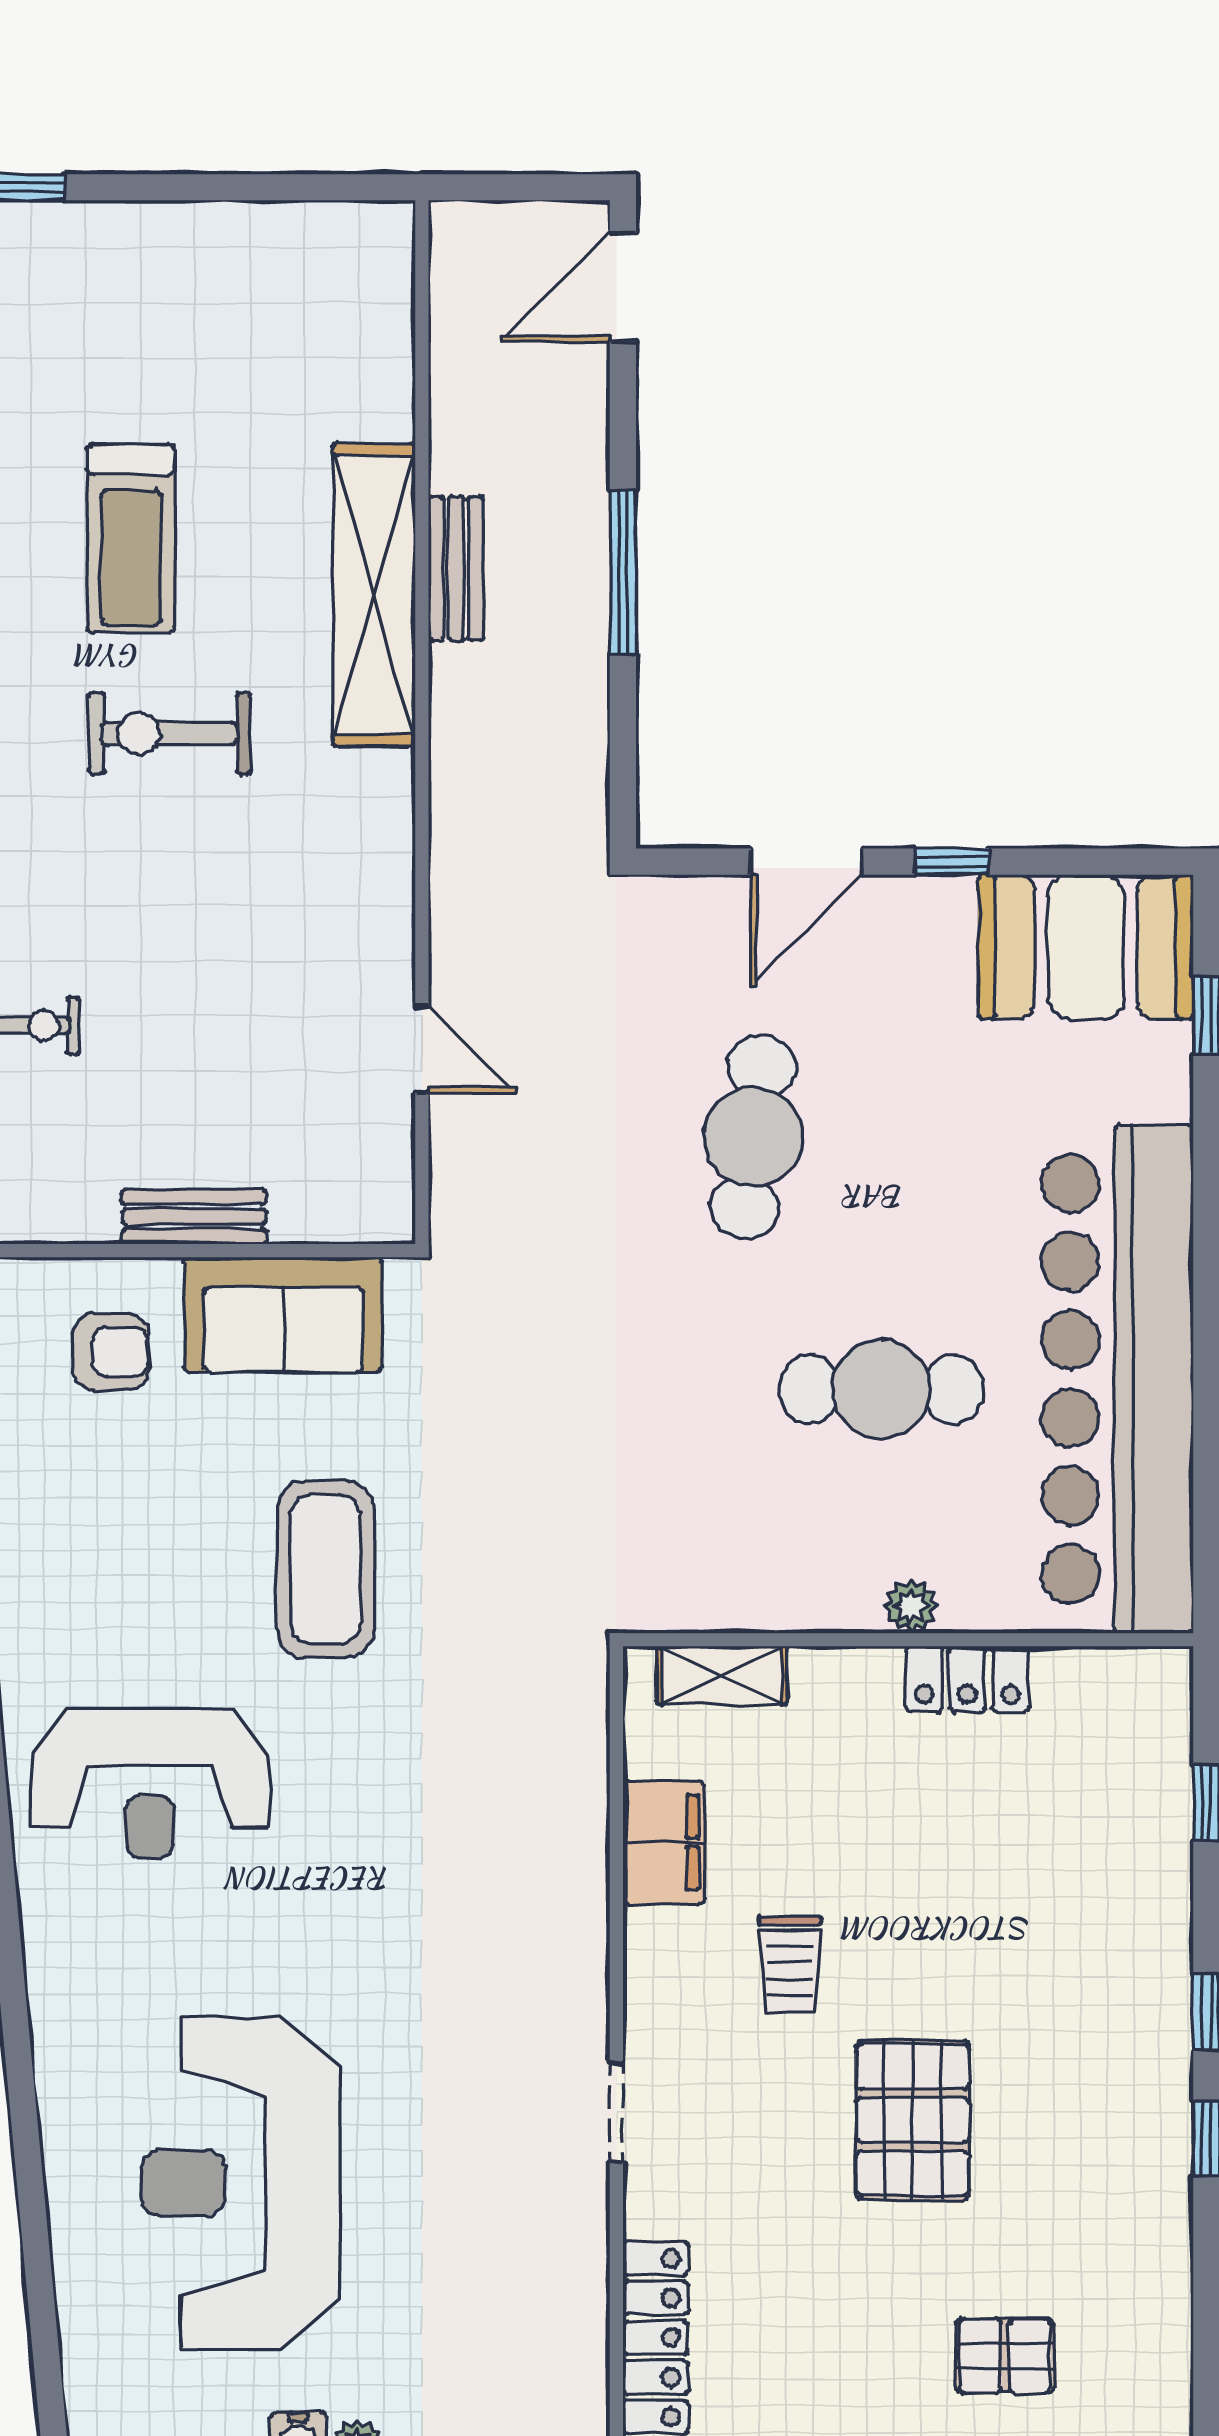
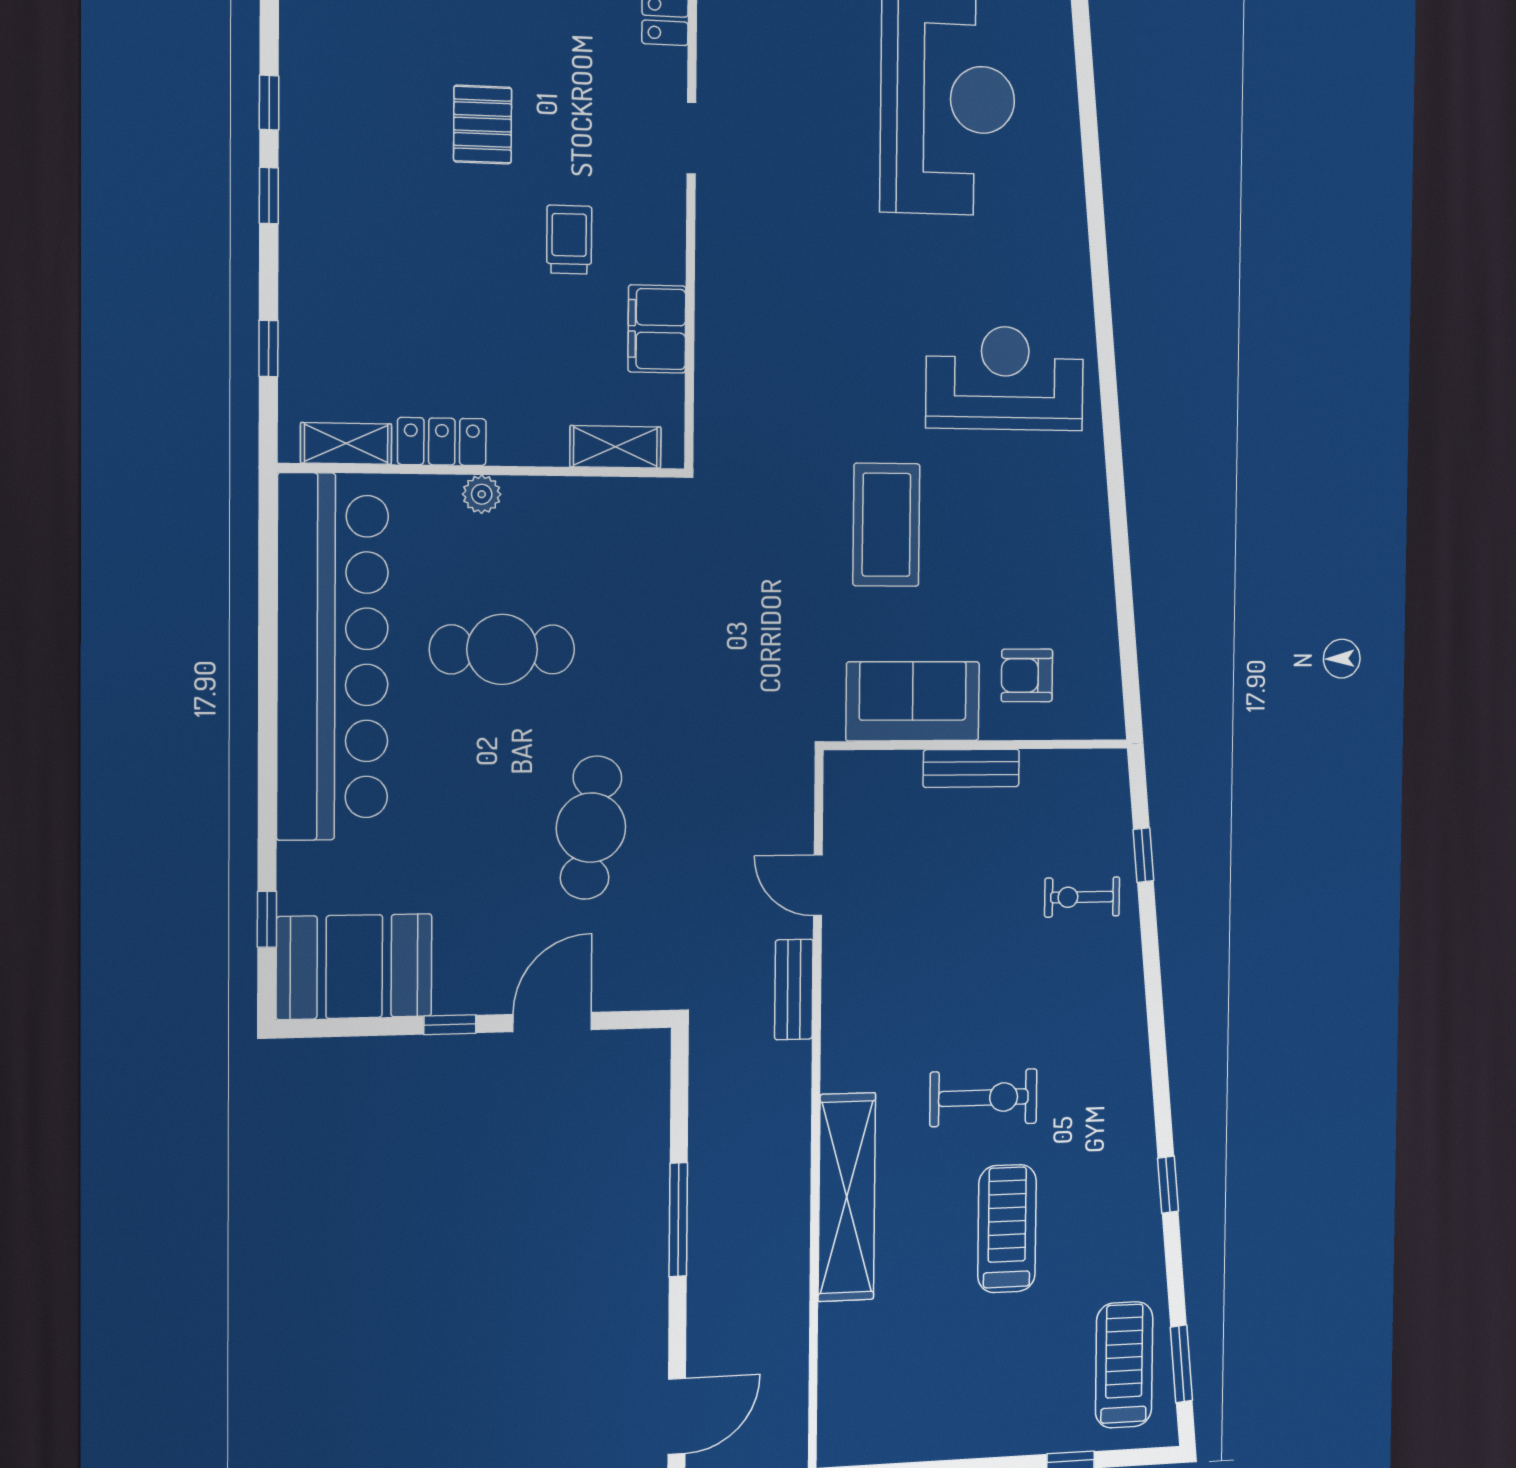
bench: (456, 569) -> (794, 989), moved
shelving: (1100, 1674) -> (346, 443), added
pallet: (913, 2120) -> (483, 125), width x0.67, depth x0.71

